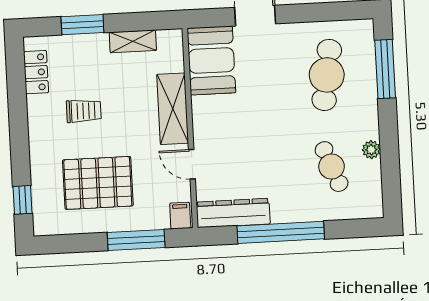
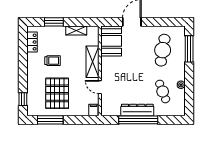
pallet: (98, 183) -> (57, 93), turned 90
dresser: (233, 213) -> (137, 110), moved
window: (136, 240) -> (50, 120), moved

